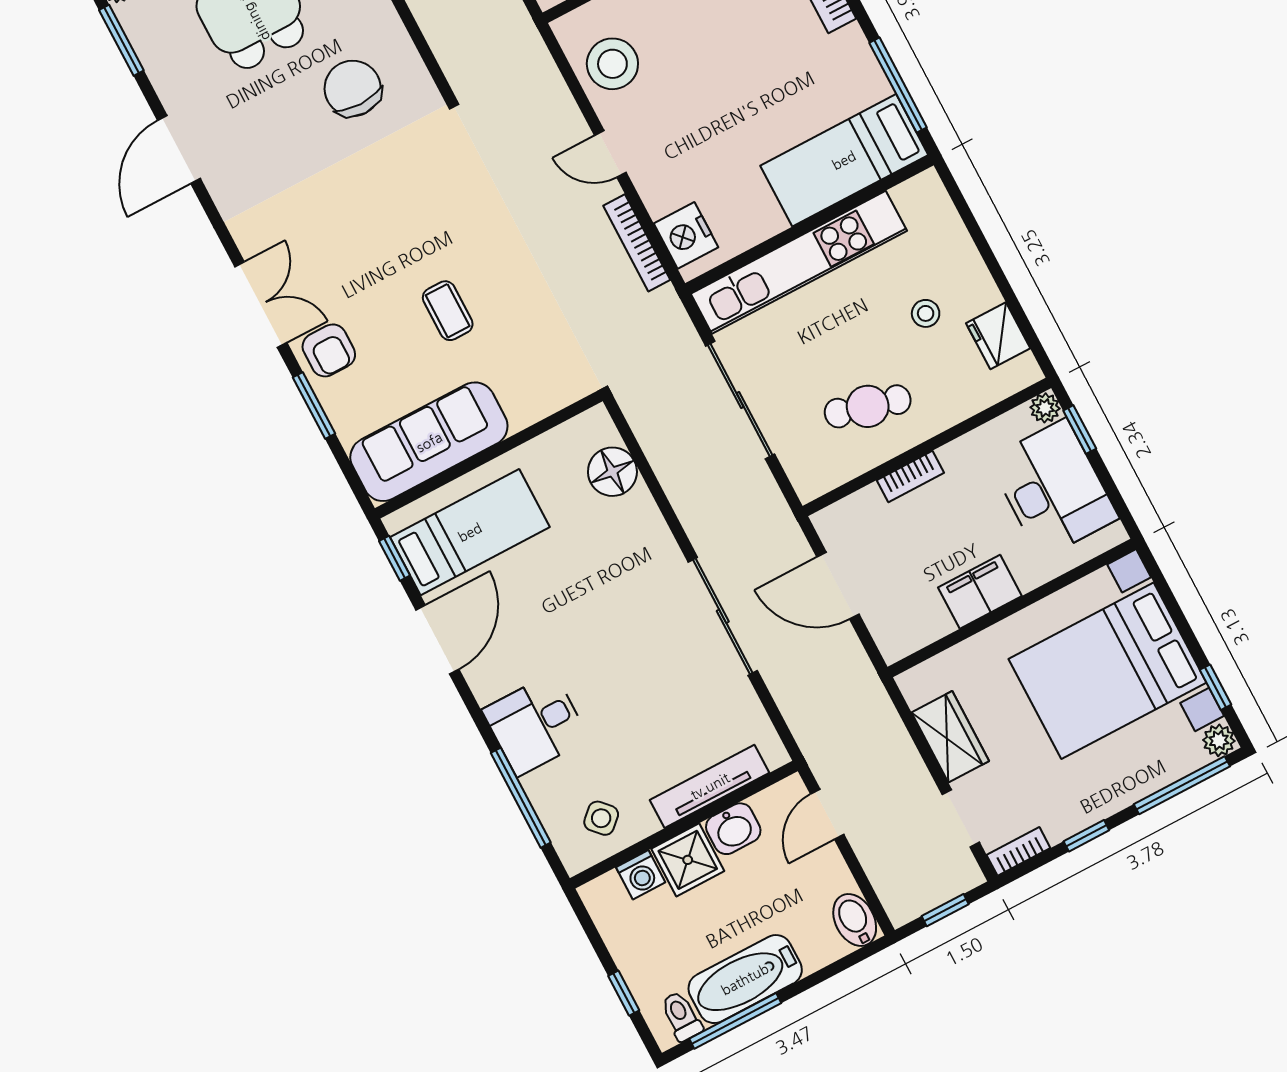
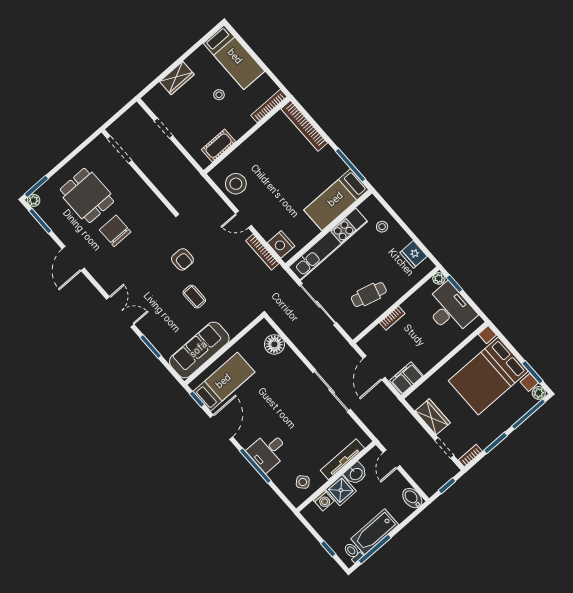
chair: (353, 88) -> (115, 231), moved
stool: (926, 313) -> (382, 227), moved
armchair: (329, 350) -> (182, 259), moved
door: (838, 586) -> (374, 368), hinge flipped
filing cabinet: (980, 592) -> (406, 378), moved
window: (1215, 687) -> (532, 372), width x1.50
window: (521, 798) -> (255, 466), moved
window: (1086, 836) -> (496, 443), width x1.50

